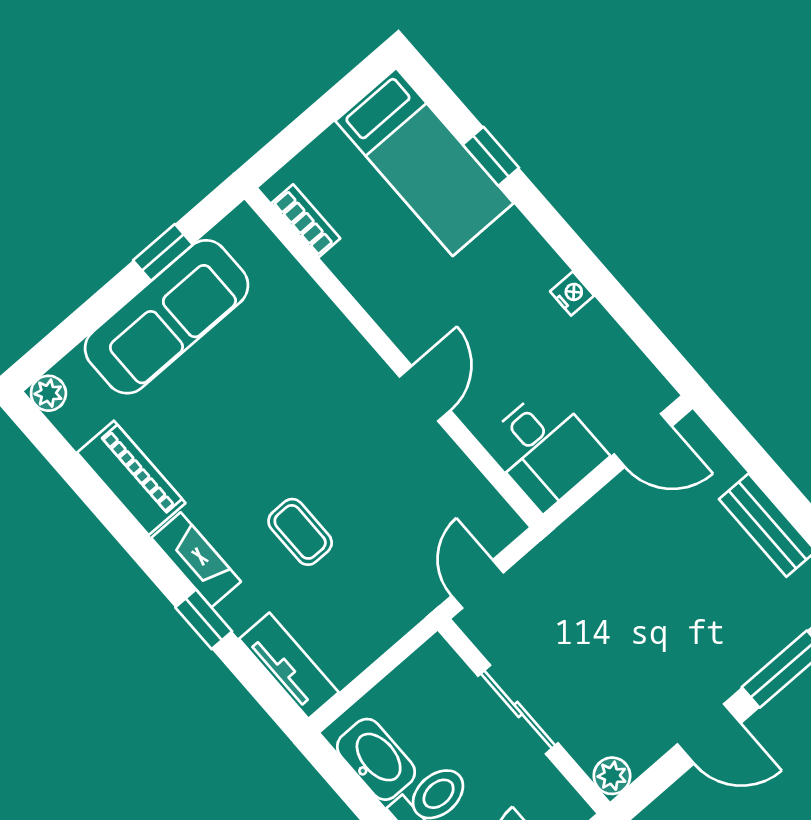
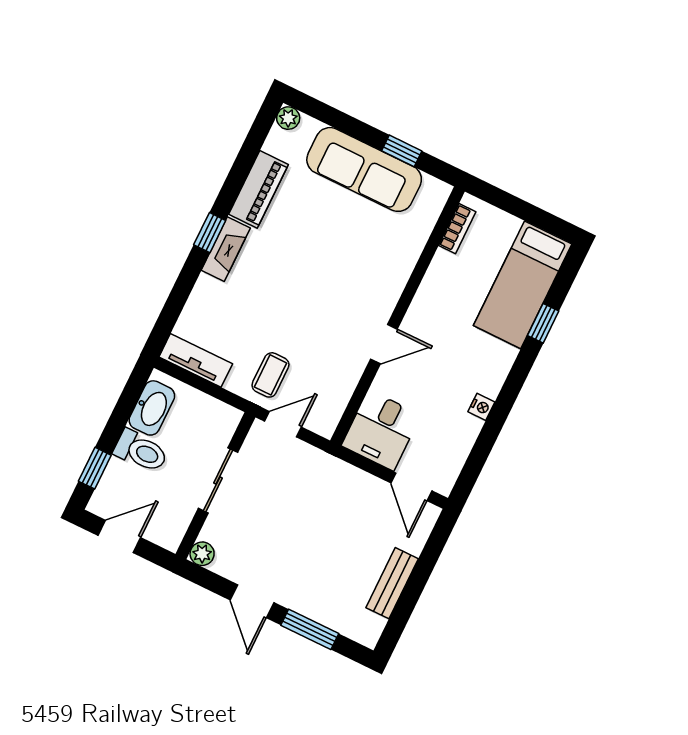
coffee table: (300, 532) -> (270, 375), moved
window: (204, 619) -> (210, 233), moved
tv unit: (289, 666) -> (196, 360), moved, turned -90

